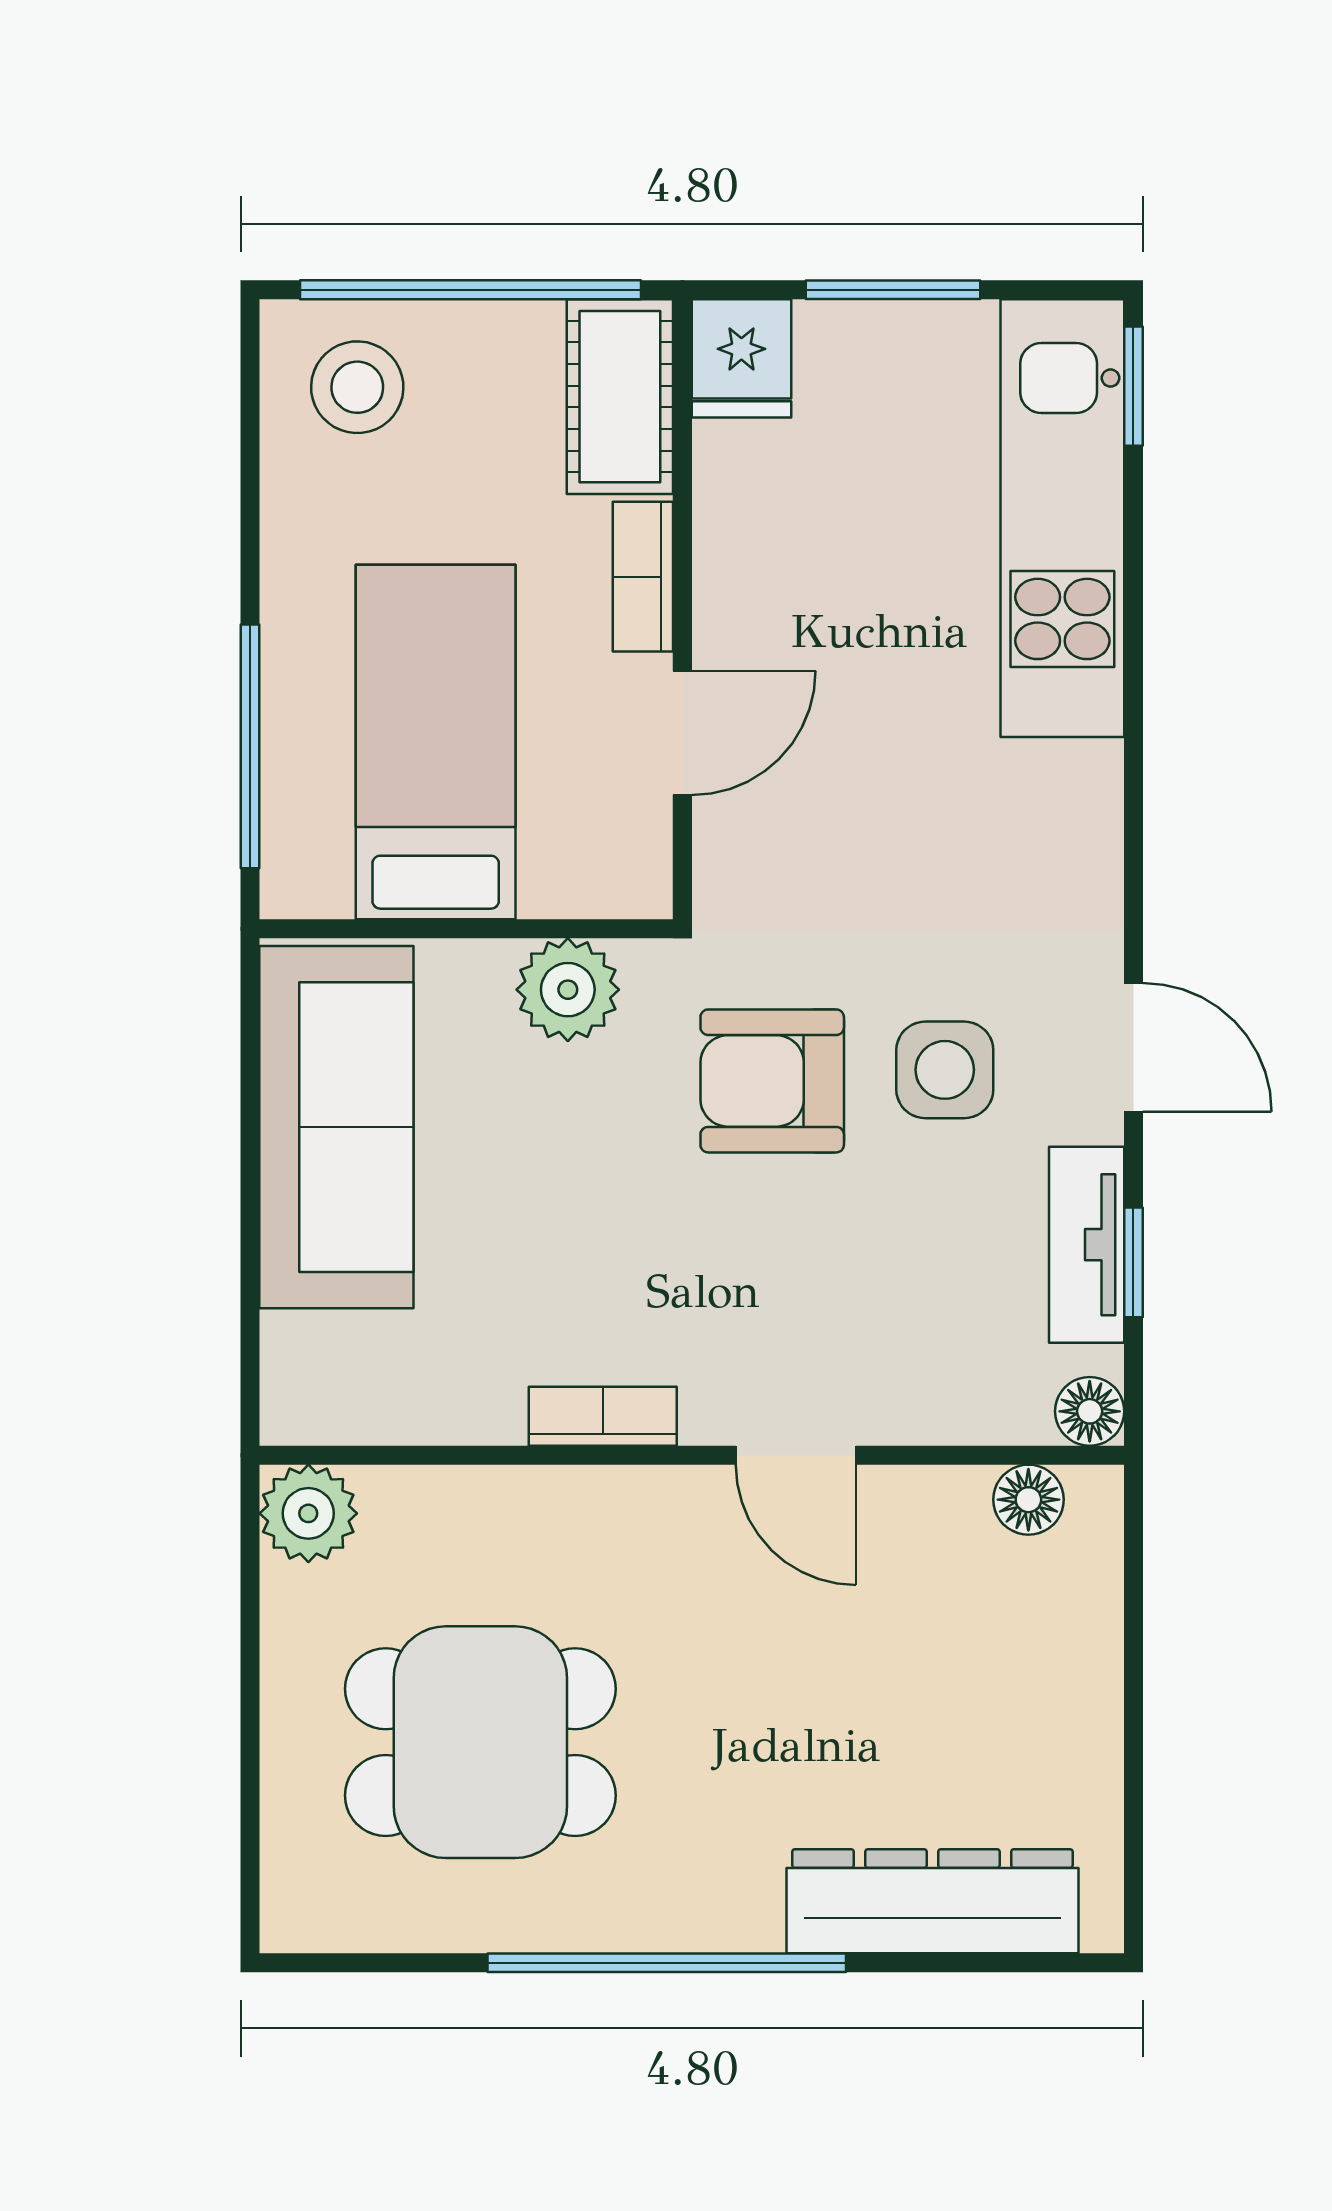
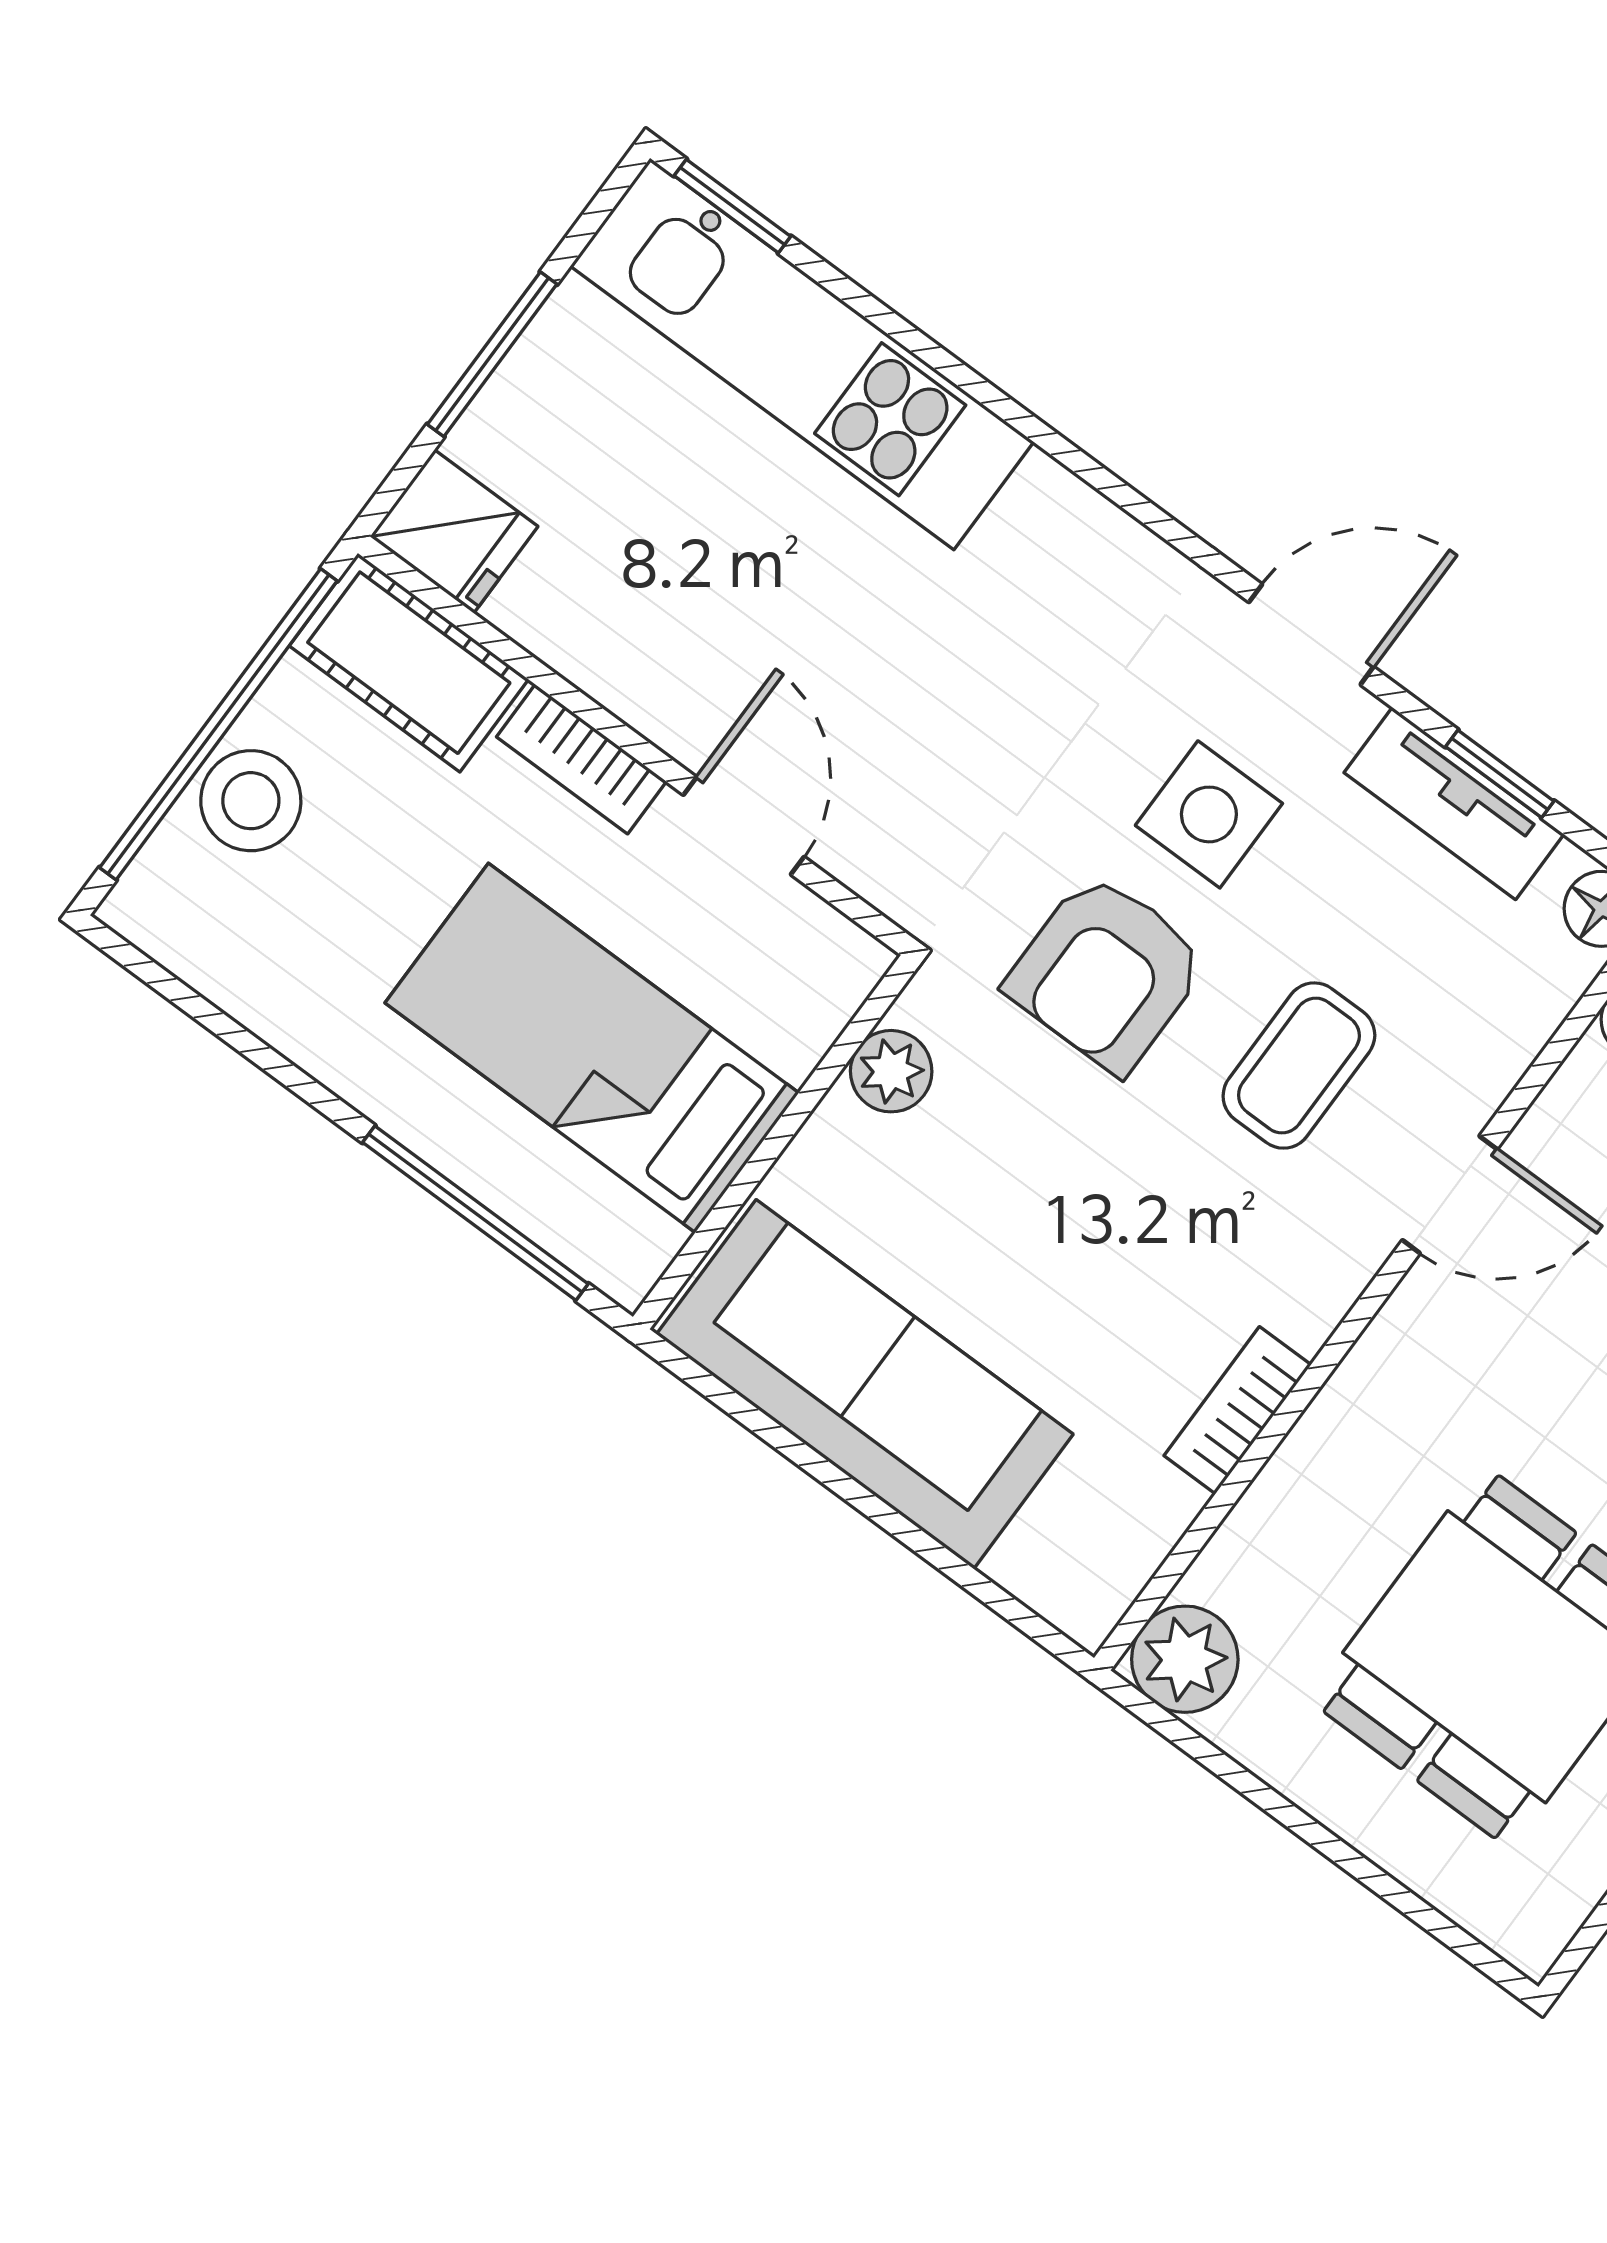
stool: (357, 387) -> (251, 801), moved
plant: (568, 990) -> (891, 1071), width x0.73, depth x0.73
coffee table: (809, 1273) -> (1299, 1066), added
bookcase: (603, 1416) -> (1237, 1410), moved

